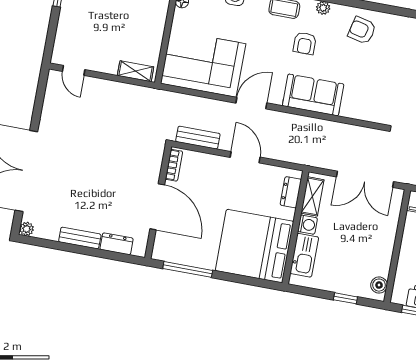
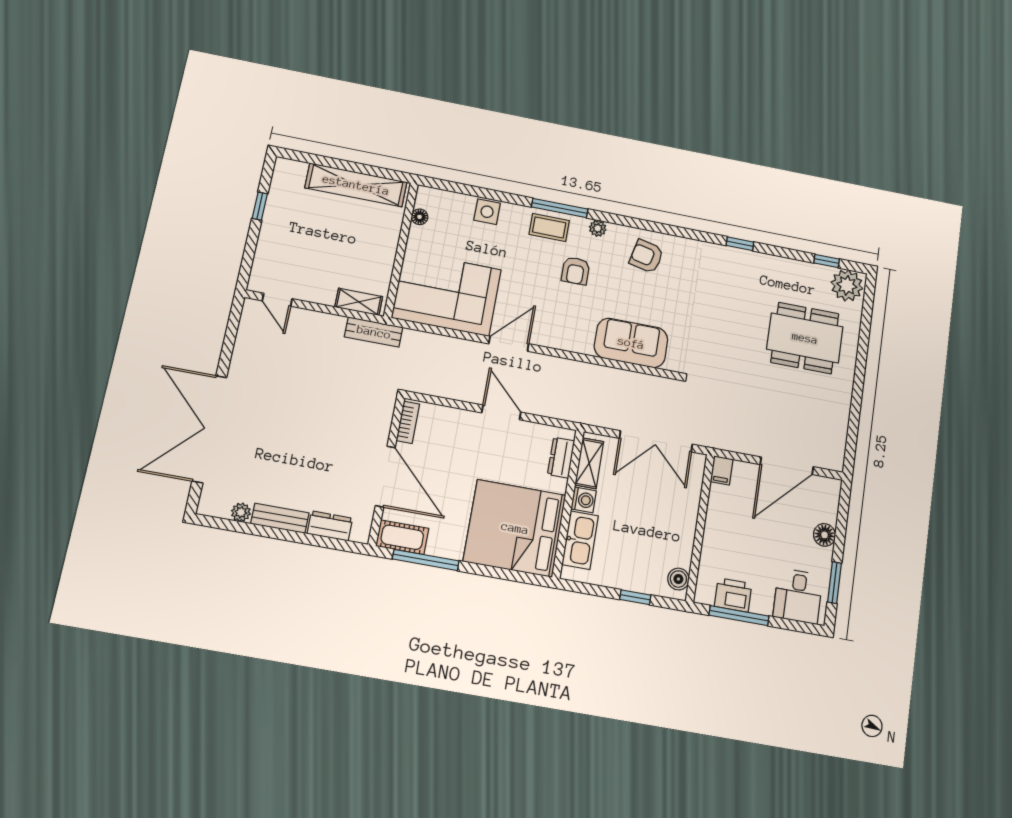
sofa: (313, 95) -> (631, 343), moved
bench: (198, 138) -> (374, 332), moved
plant: (27, 229) -> (241, 512), moved
cot: (170, 252) -> (402, 537), added

